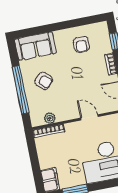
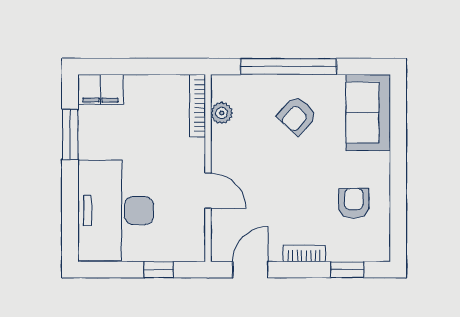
armchair: (81, 44) -> (354, 203), turned 90
door: (89, 117) -> (208, 191), hinge flipped

